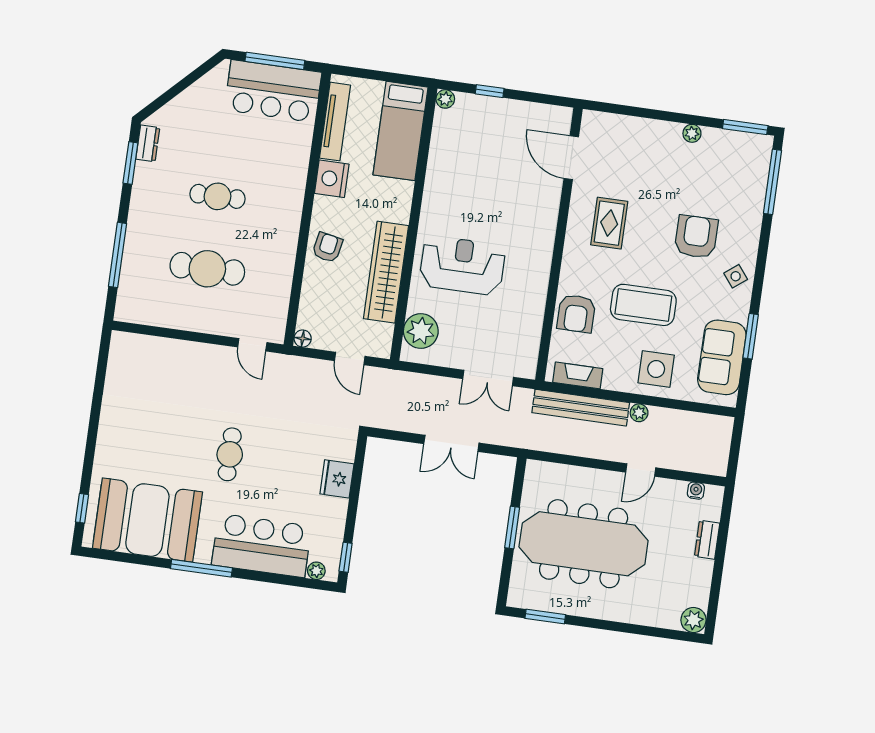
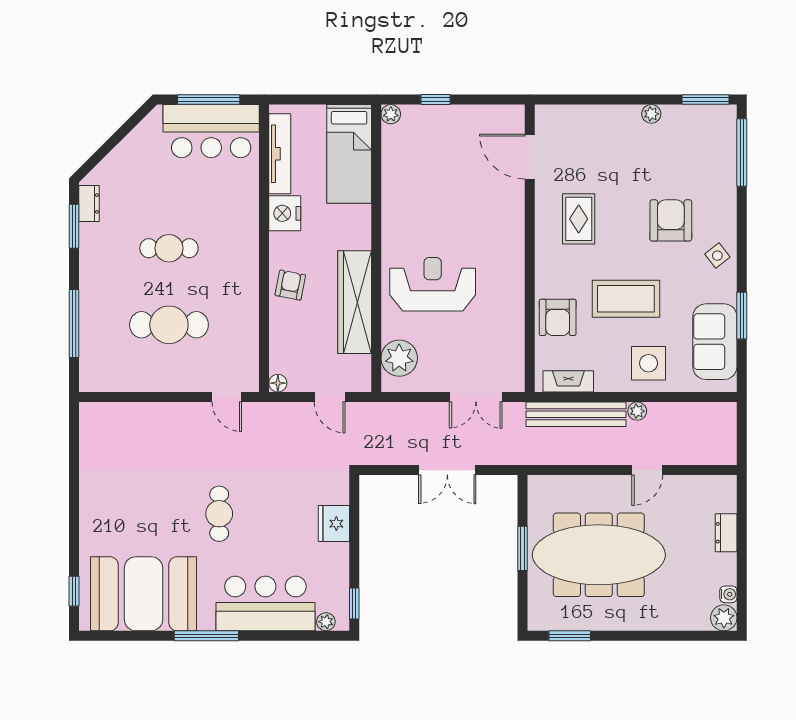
water cooler: (696, 491) -> (728, 594), moved, turned 90

